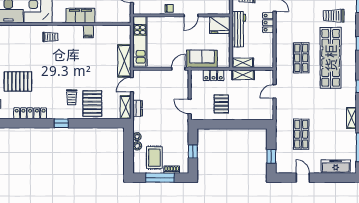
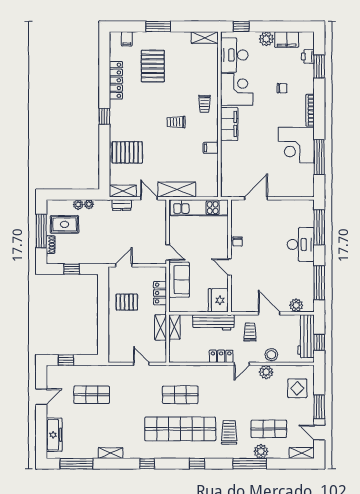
filing cabinet: (80, 16) -> (229, 124), moved
trolley: (72, 97) -> (176, 122), moved

